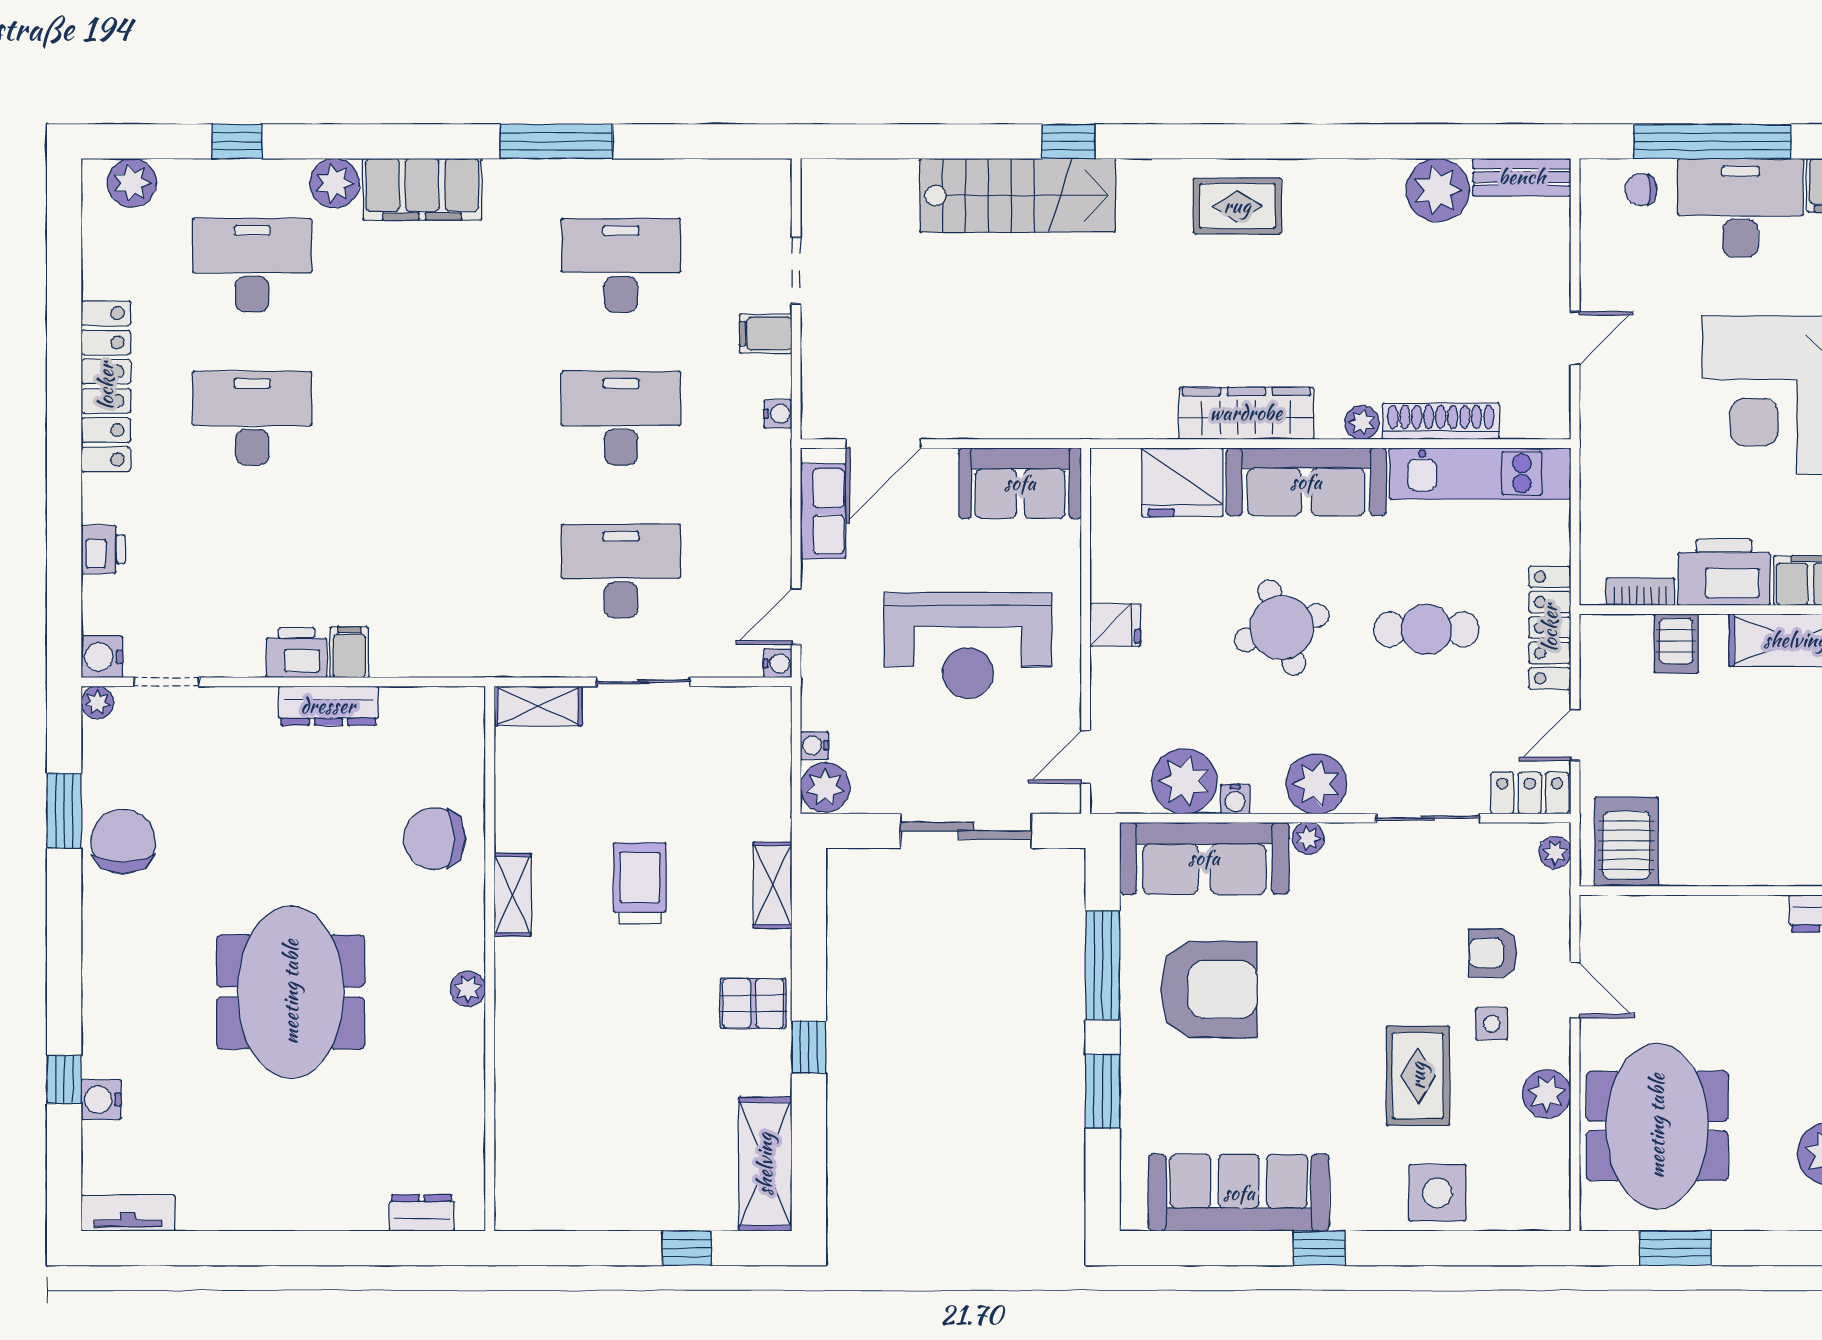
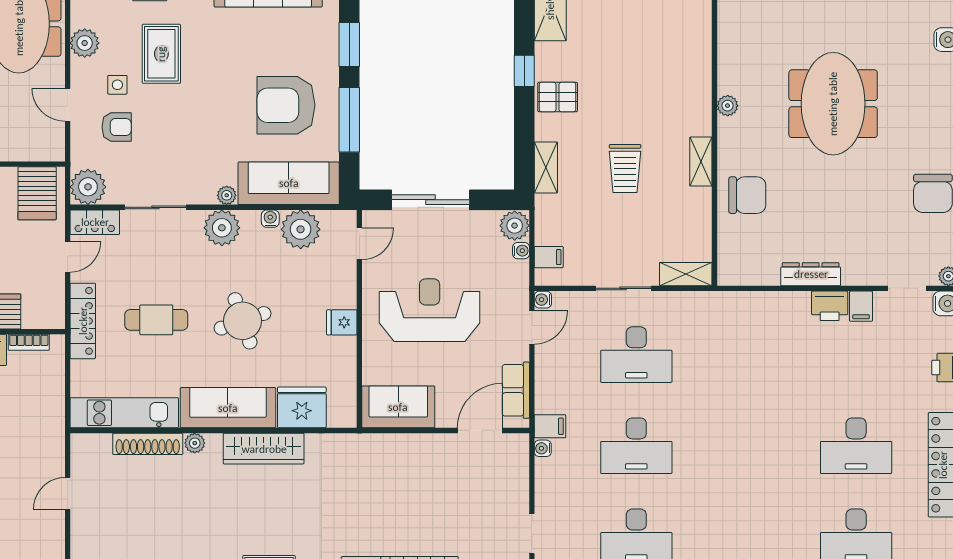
filing cabinet: (766, 333) -> (550, 426), moved
filing cabinet: (349, 652) -> (861, 306), moved
filing cabinet: (768, 735) -> (549, 257), added
plant: (1555, 852) -> (88, 187), width x1.87, depth x1.87

